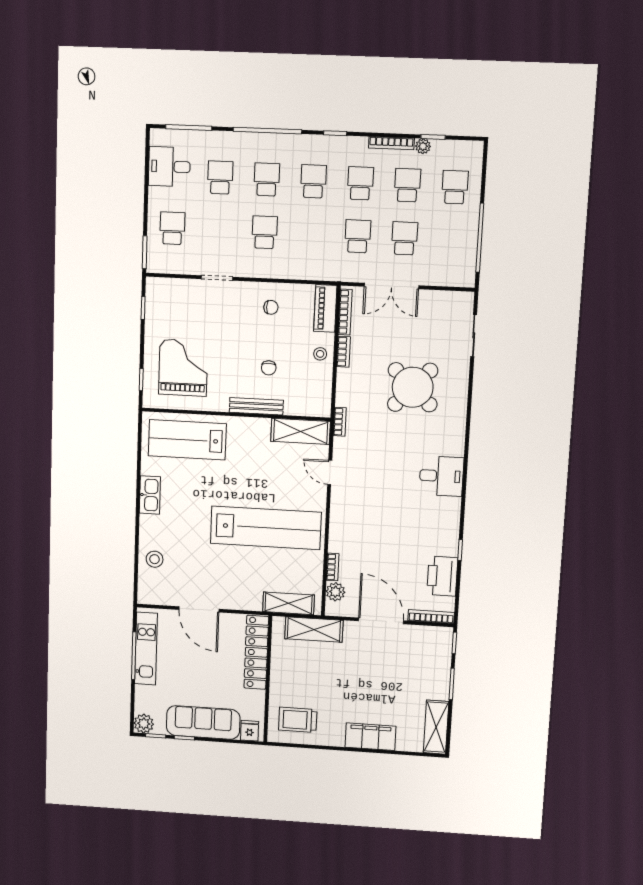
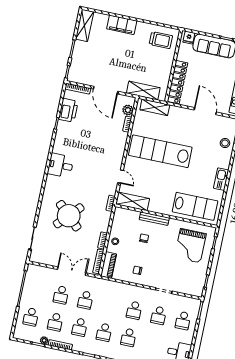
school desk: (220, 178) -> (159, 315), moved

